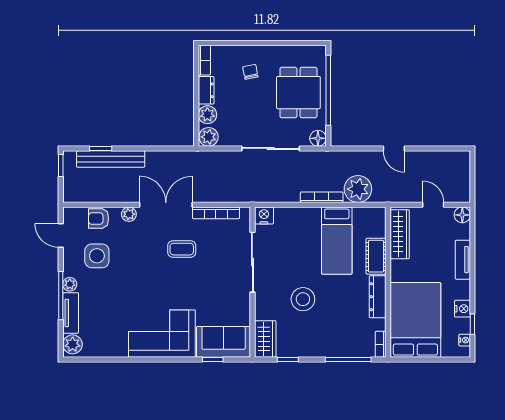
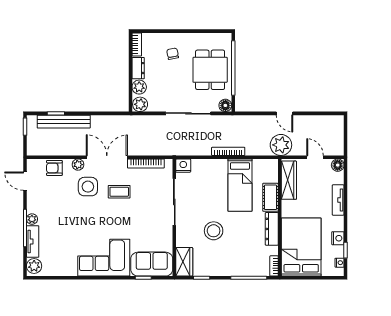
plant: (358, 189) -> (281, 145), moved
side table: (97, 256) -> (88, 187), moved

